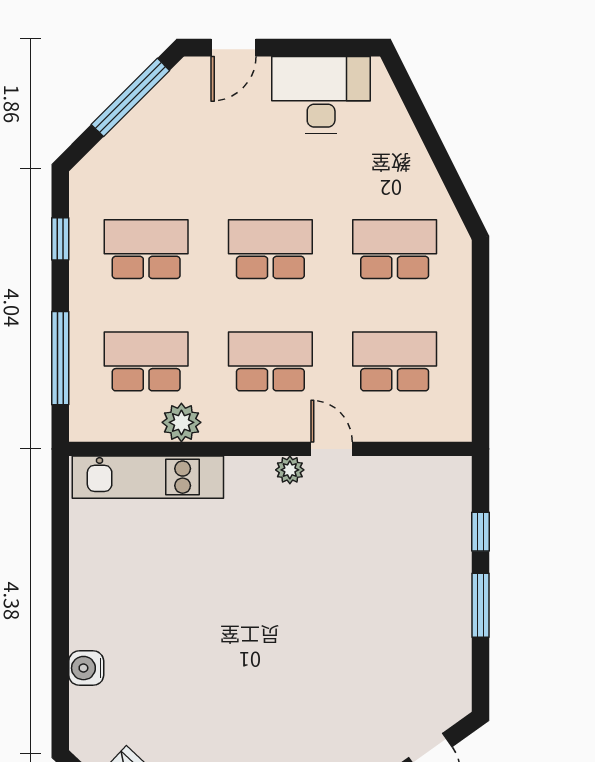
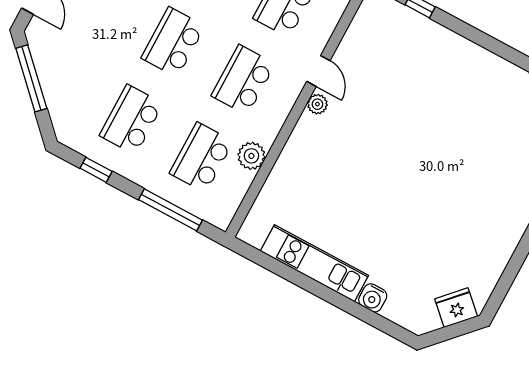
door: (332, 449) -> (318, 71), swing flipped
kitchen unit: (148, 477) -> (314, 263), moved, turned -90
window: (481, 605) -> (466, 31), removed

